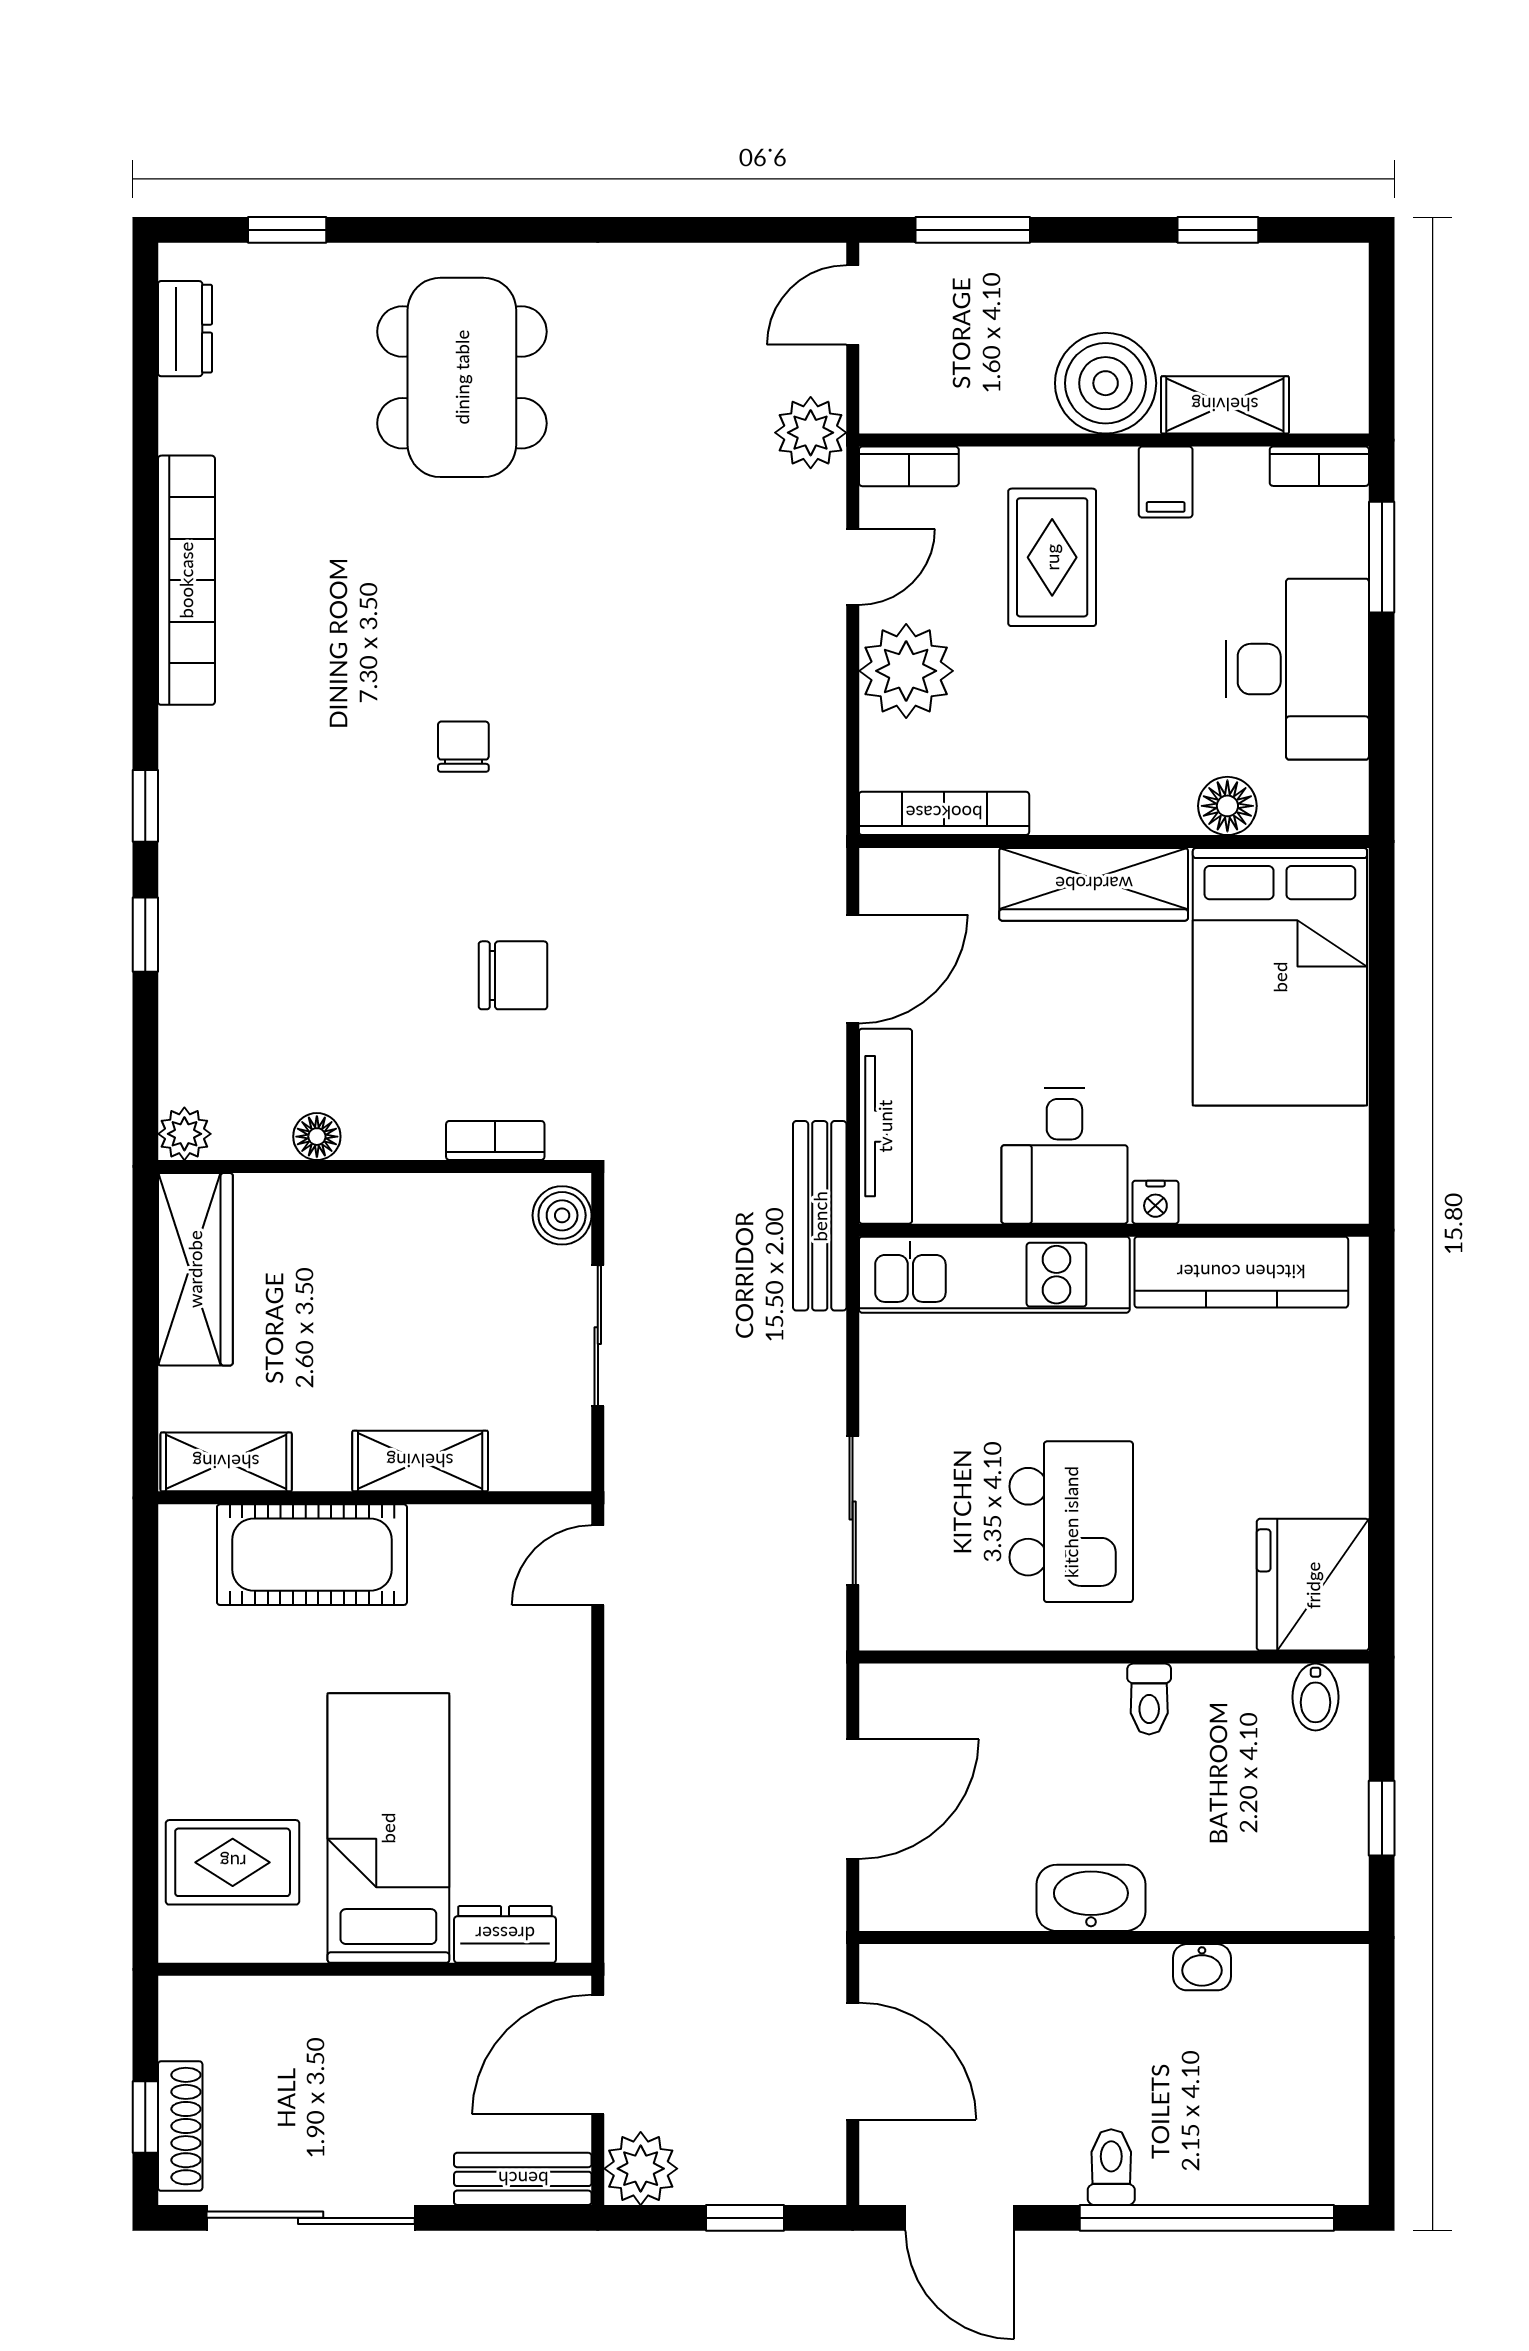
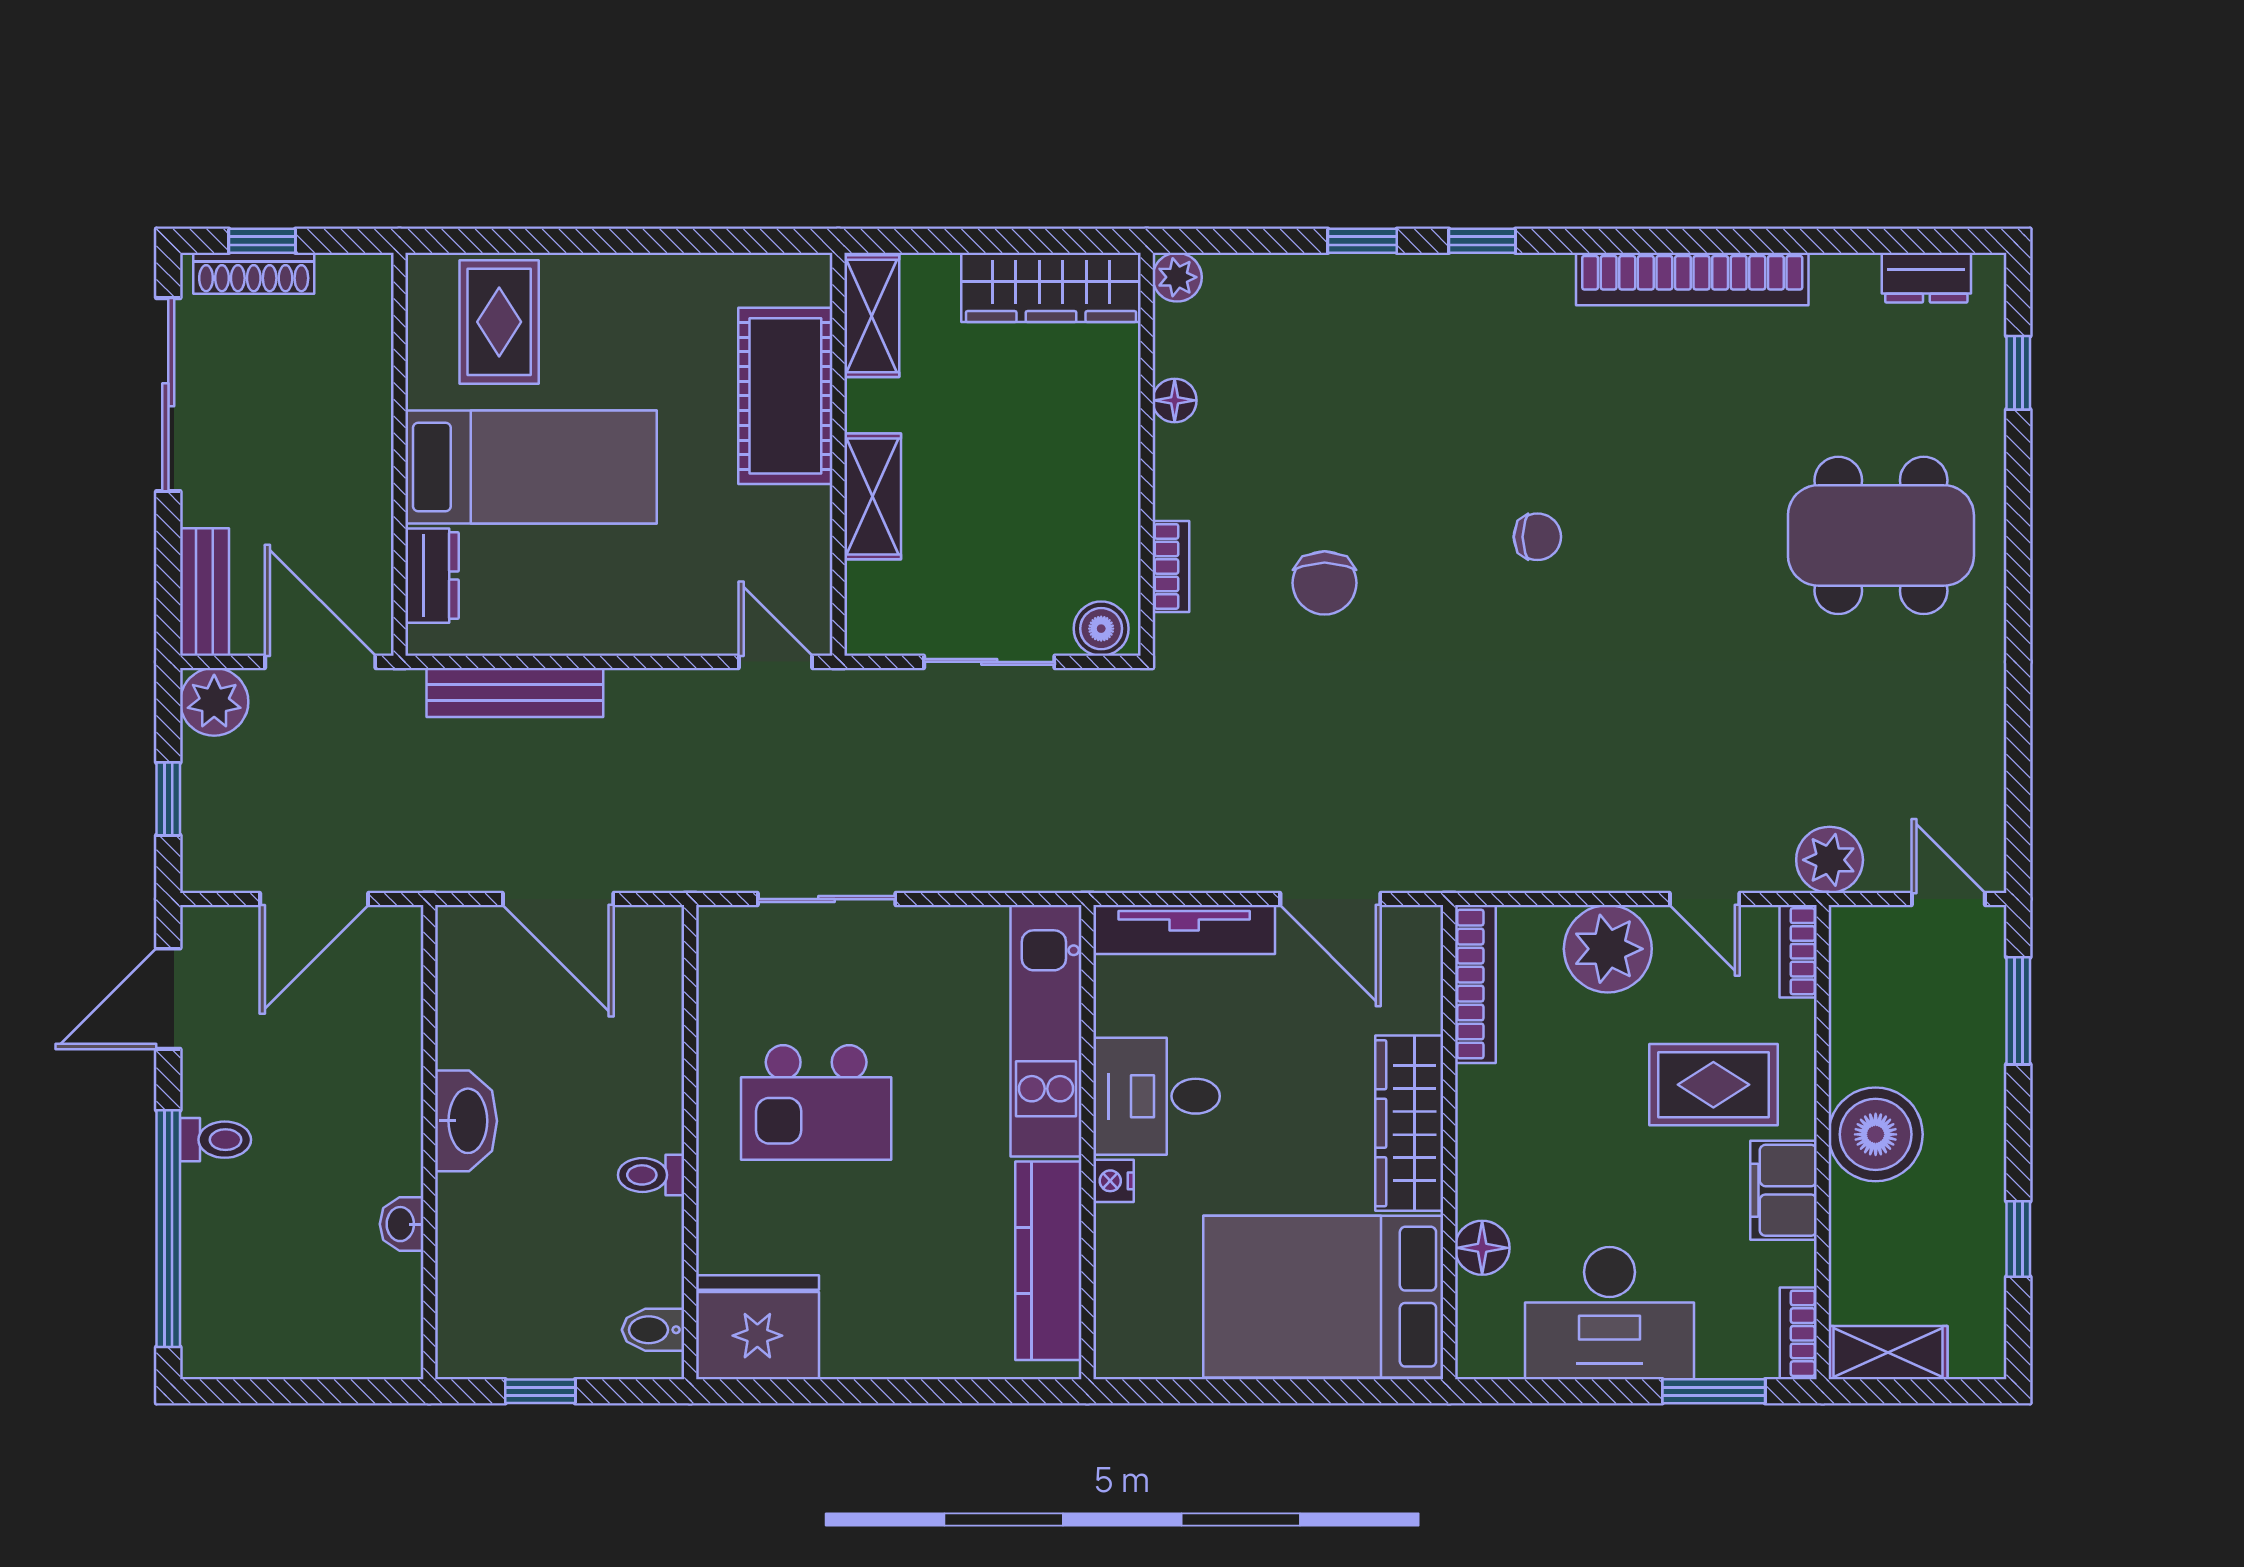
shelving: (1225, 405) -> (1888, 1353), moved, turned 90
filing cabinet: (1166, 482) -> (1784, 1190), width x2.00
bench: (820, 1216) -> (515, 692), moved

